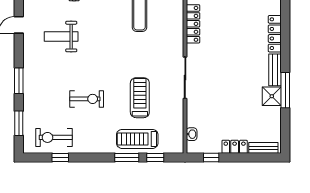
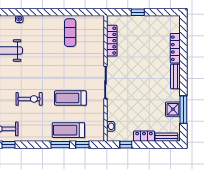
window: (285, 90) -> (183, 110), moved
shower: (272, 96) -> (173, 109), moved
treadmill: (140, 98) -> (70, 98), turned -90

